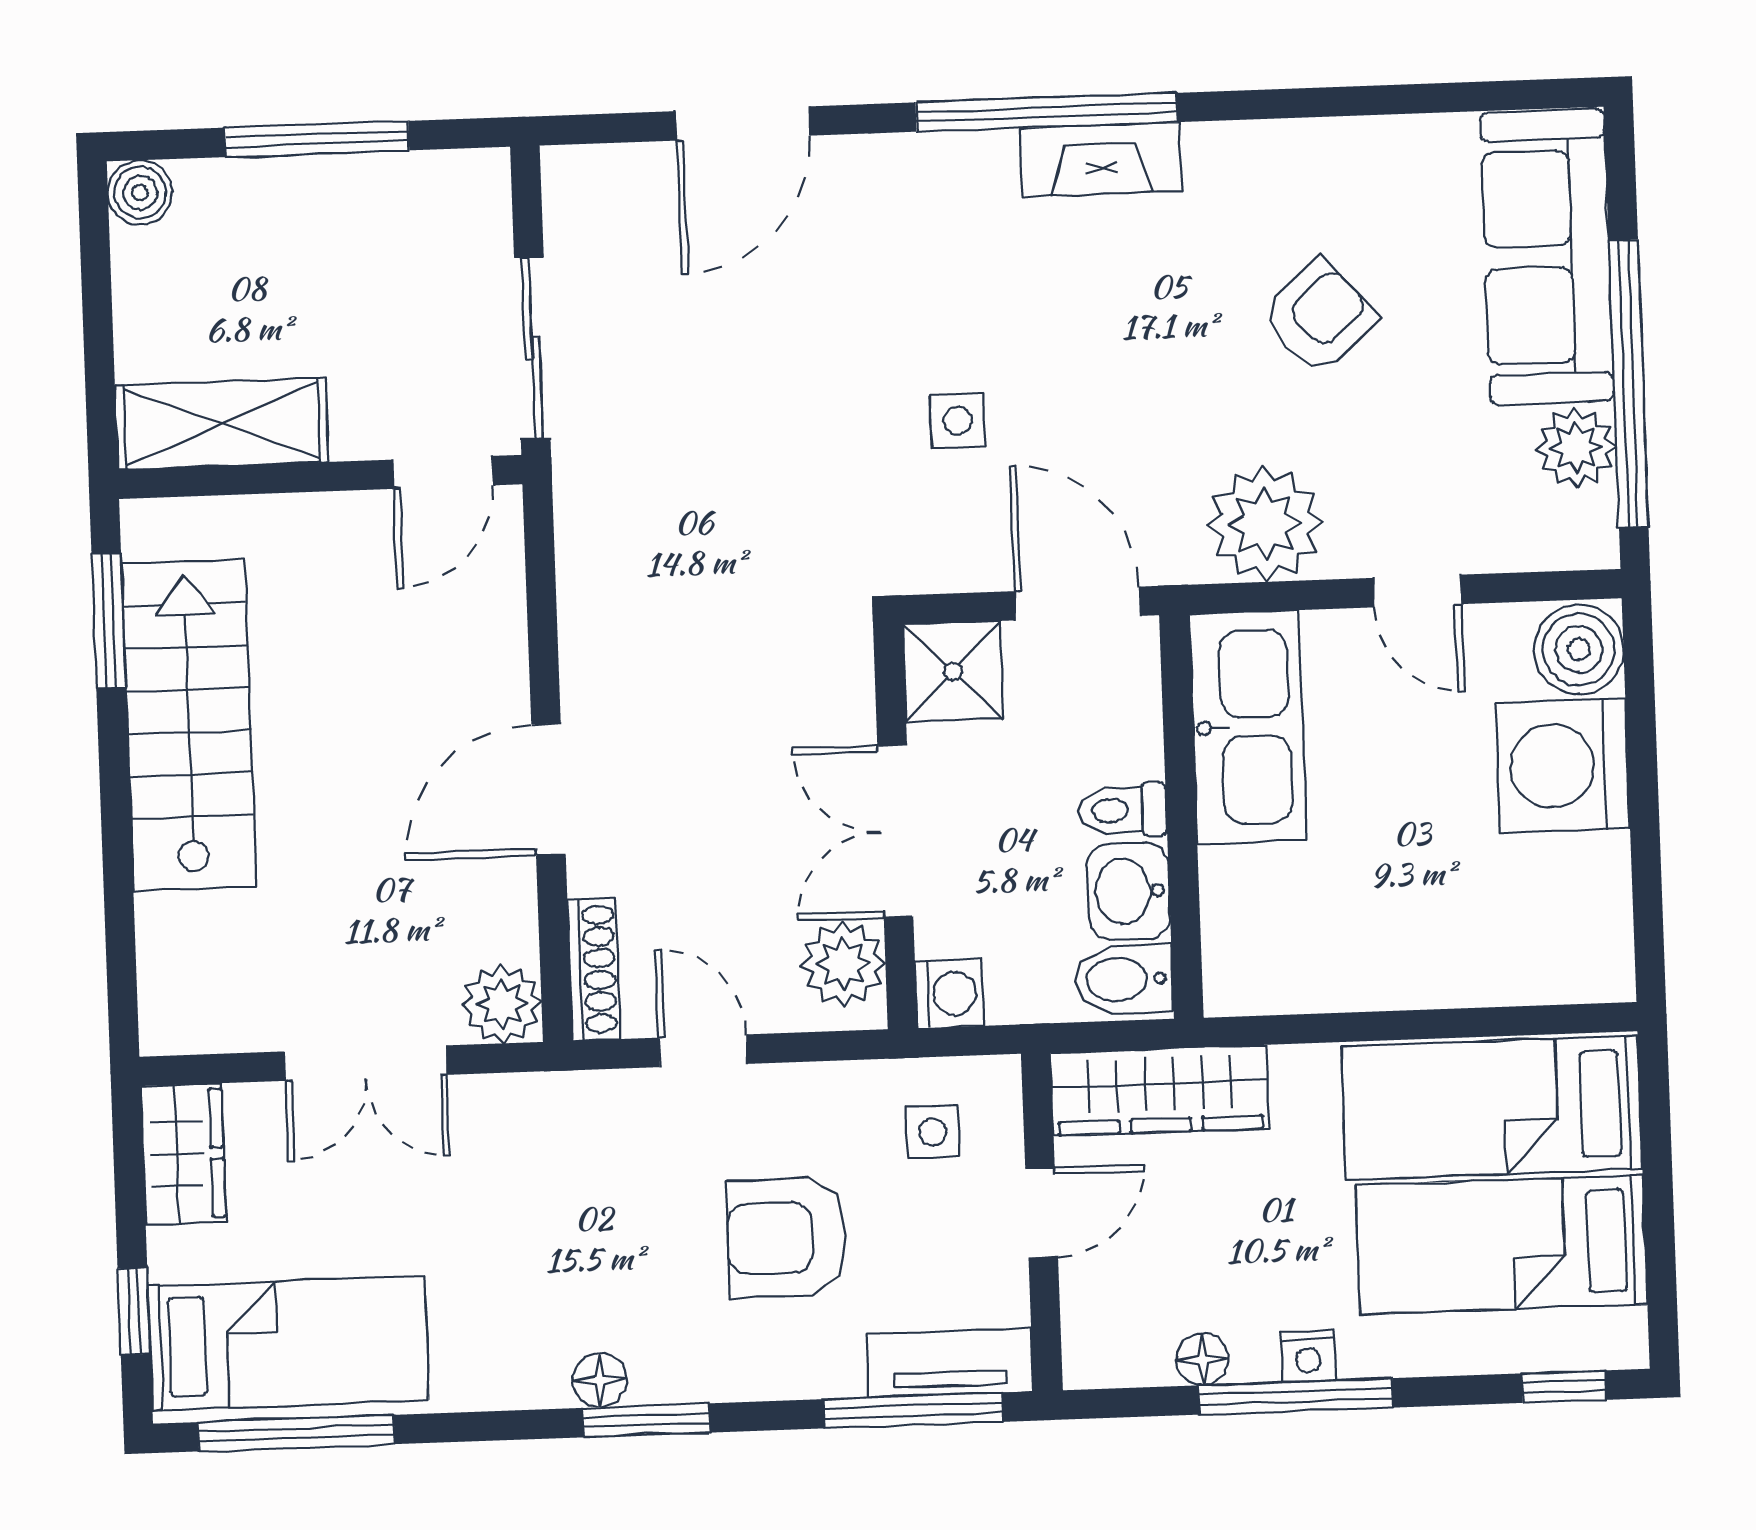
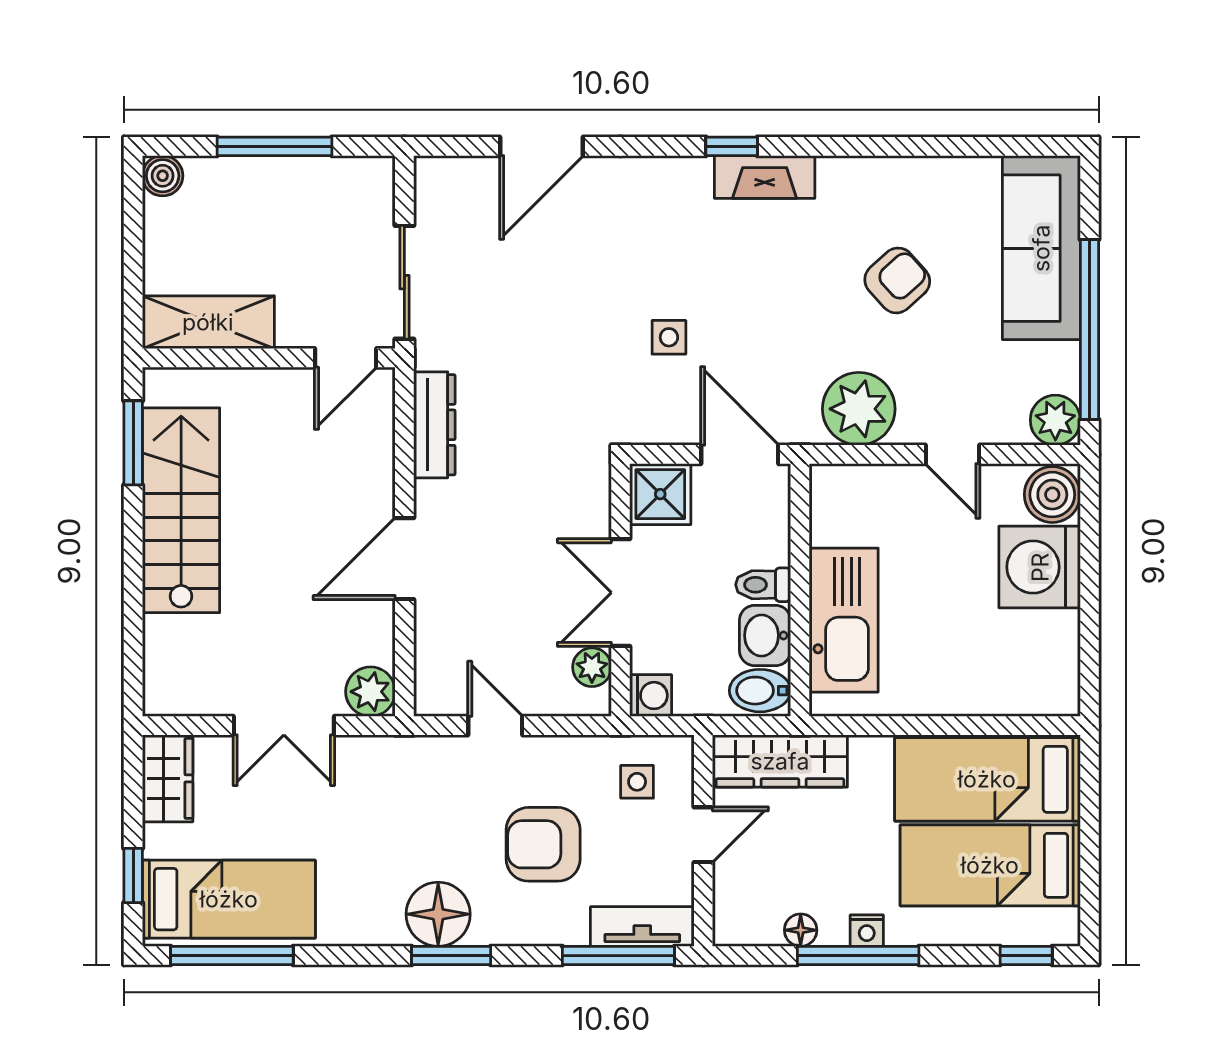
window: (1047, 112) -> (732, 146), width x0.32
plant: (1576, 448) -> (1055, 420), moved
dresser: (588, 574) -> (434, 425), added
kitchen sink: (1248, 727) -> (844, 620), moved
plant: (843, 964) -> (592, 667), width x0.73, depth x0.73
shoe rack: (594, 969) -> (429, 672), removed
floor lamp: (600, 1380) -> (438, 914), width x1.89, depth x1.89

